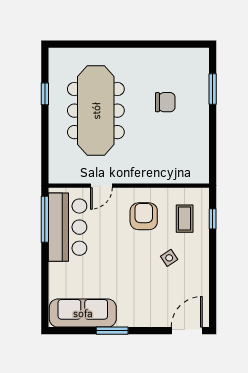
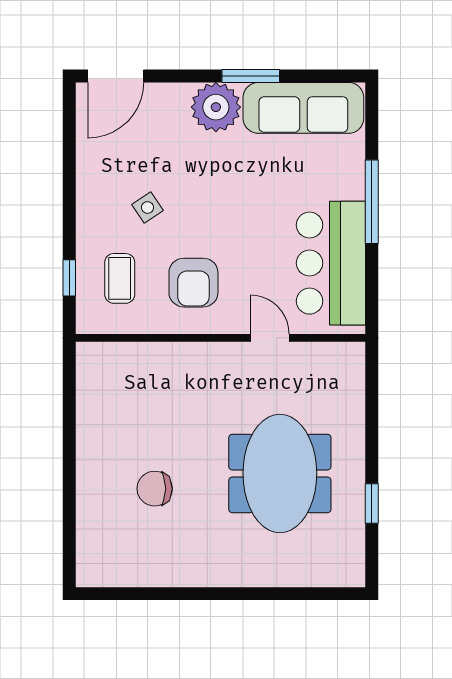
window: (213, 89) -> (69, 512), removed
meeting table: (96, 111) -> (280, 473), width x0.73
door: (101, 186) -> (270, 338), hinge flipped
window: (45, 219) -> (372, 202), moved
plant: (131, 313) -> (216, 107), added

